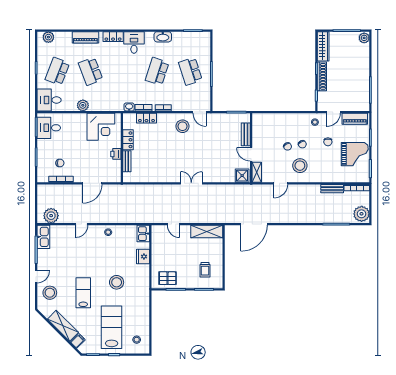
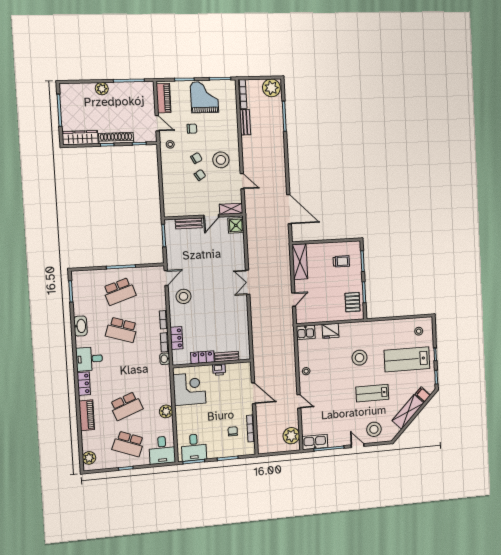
plant: (364, 38) -> (102, 89), moved

